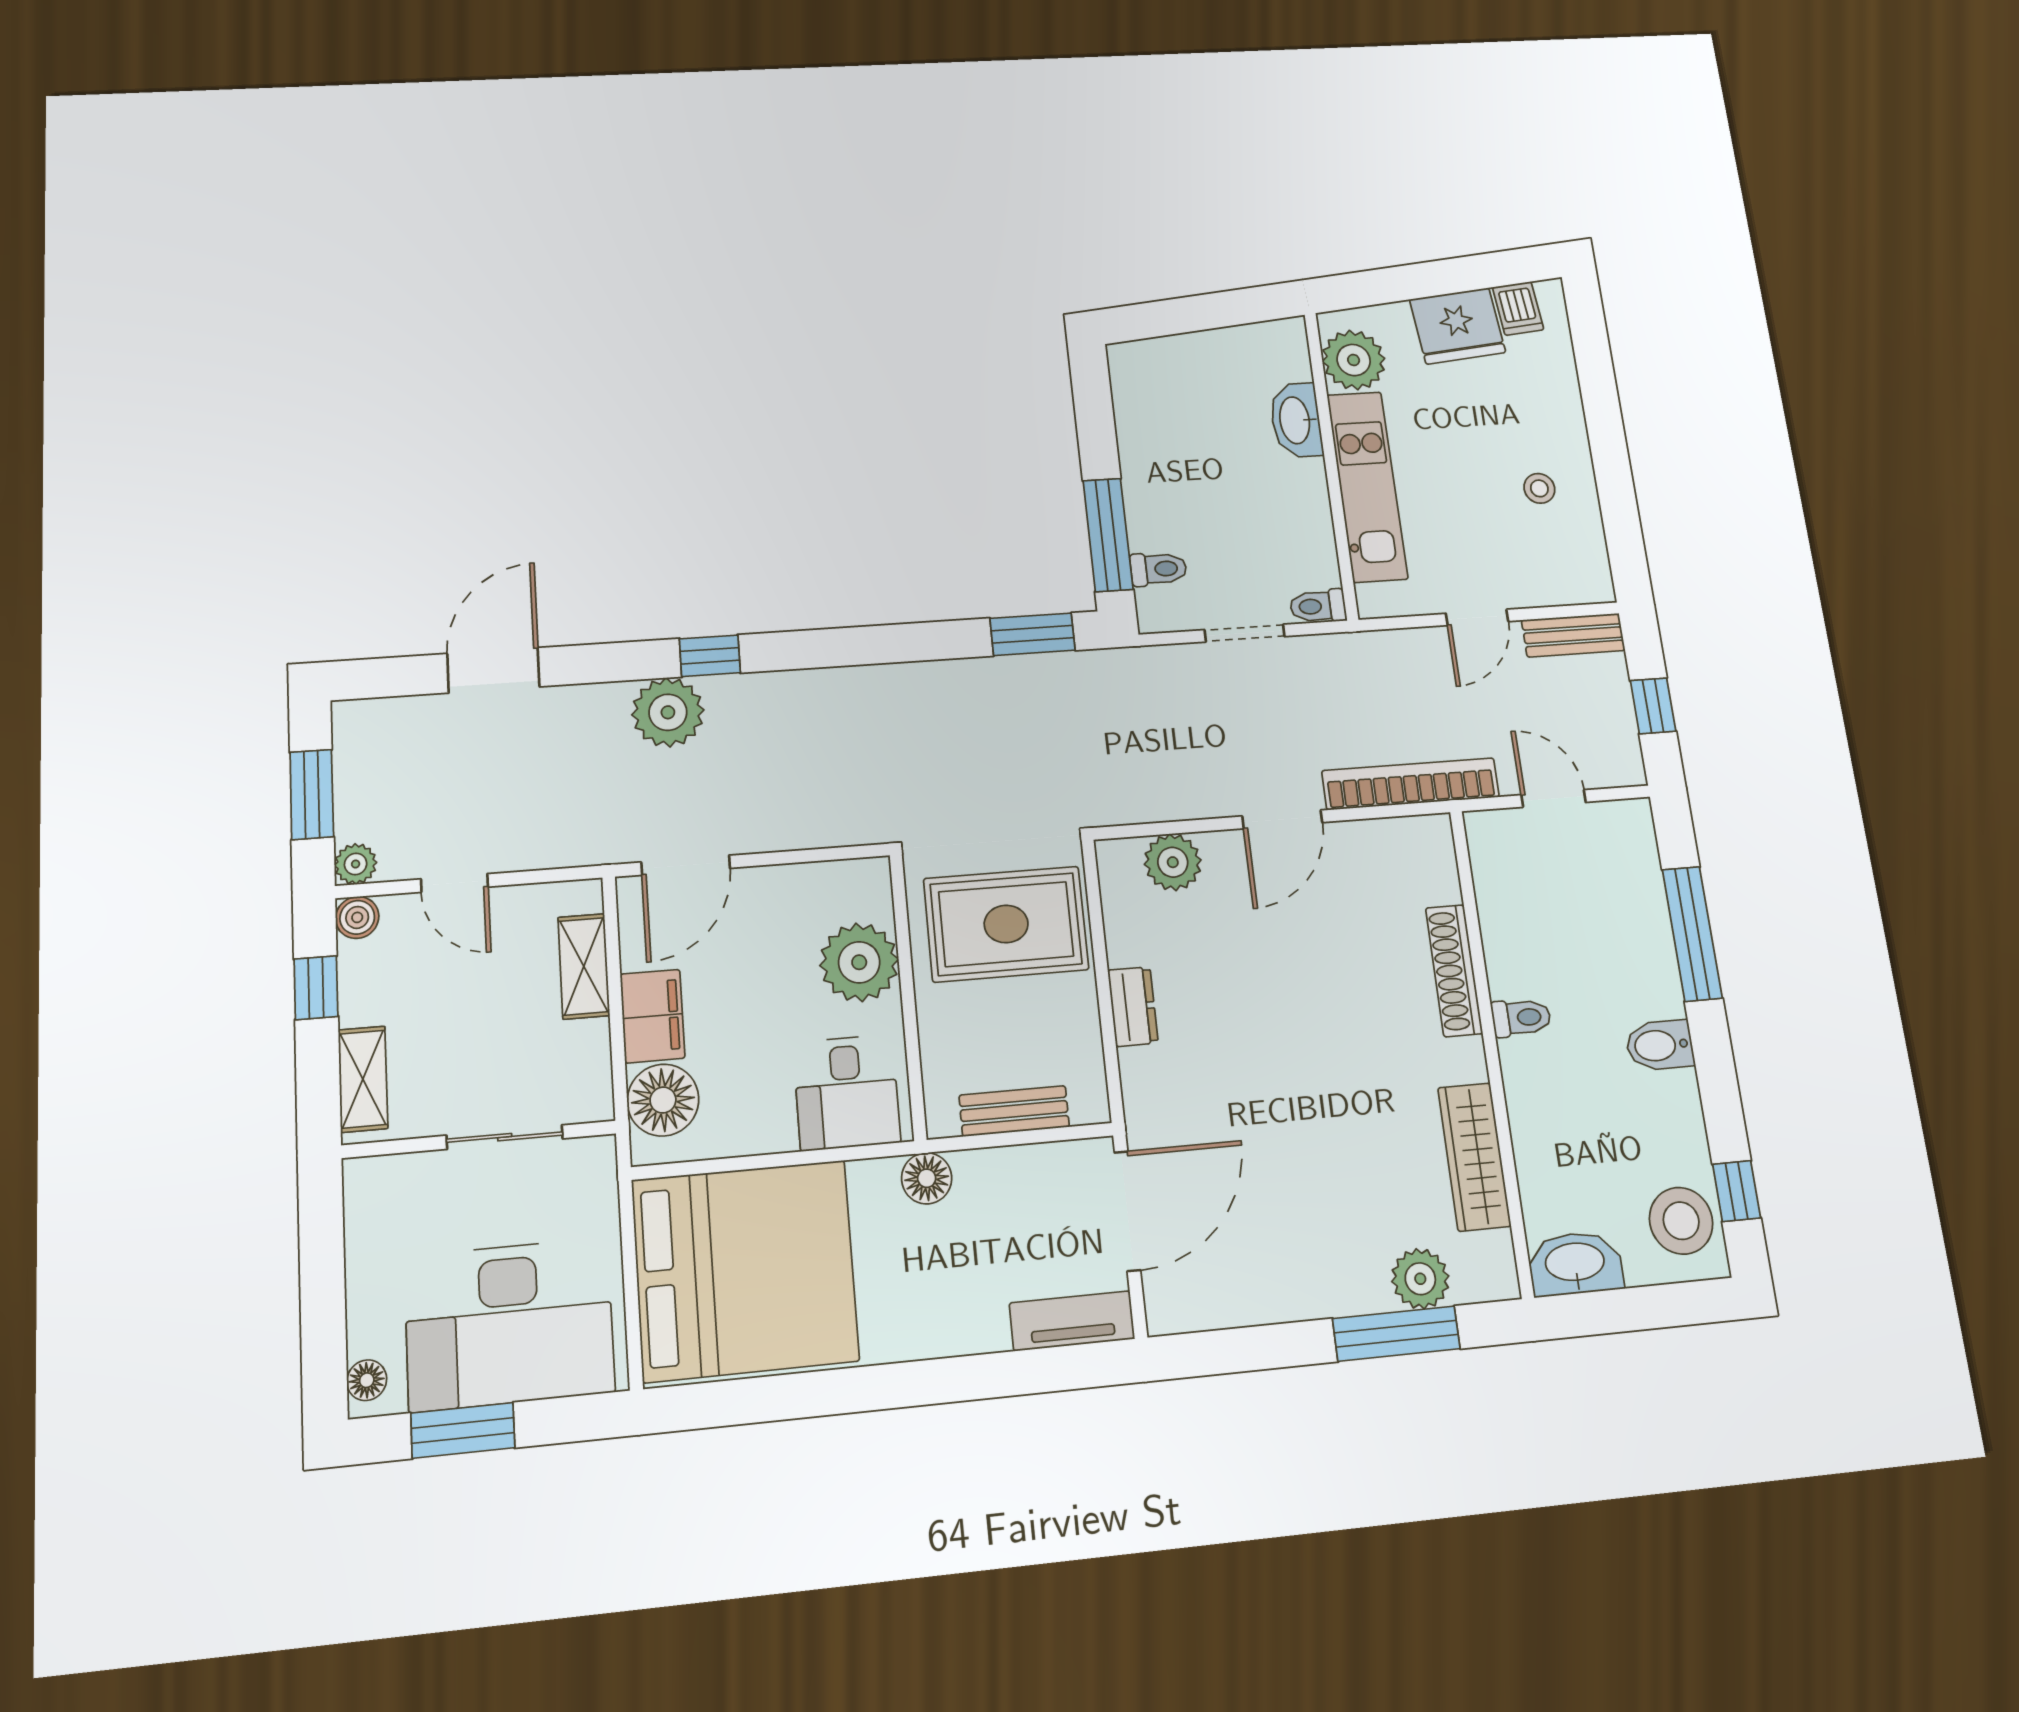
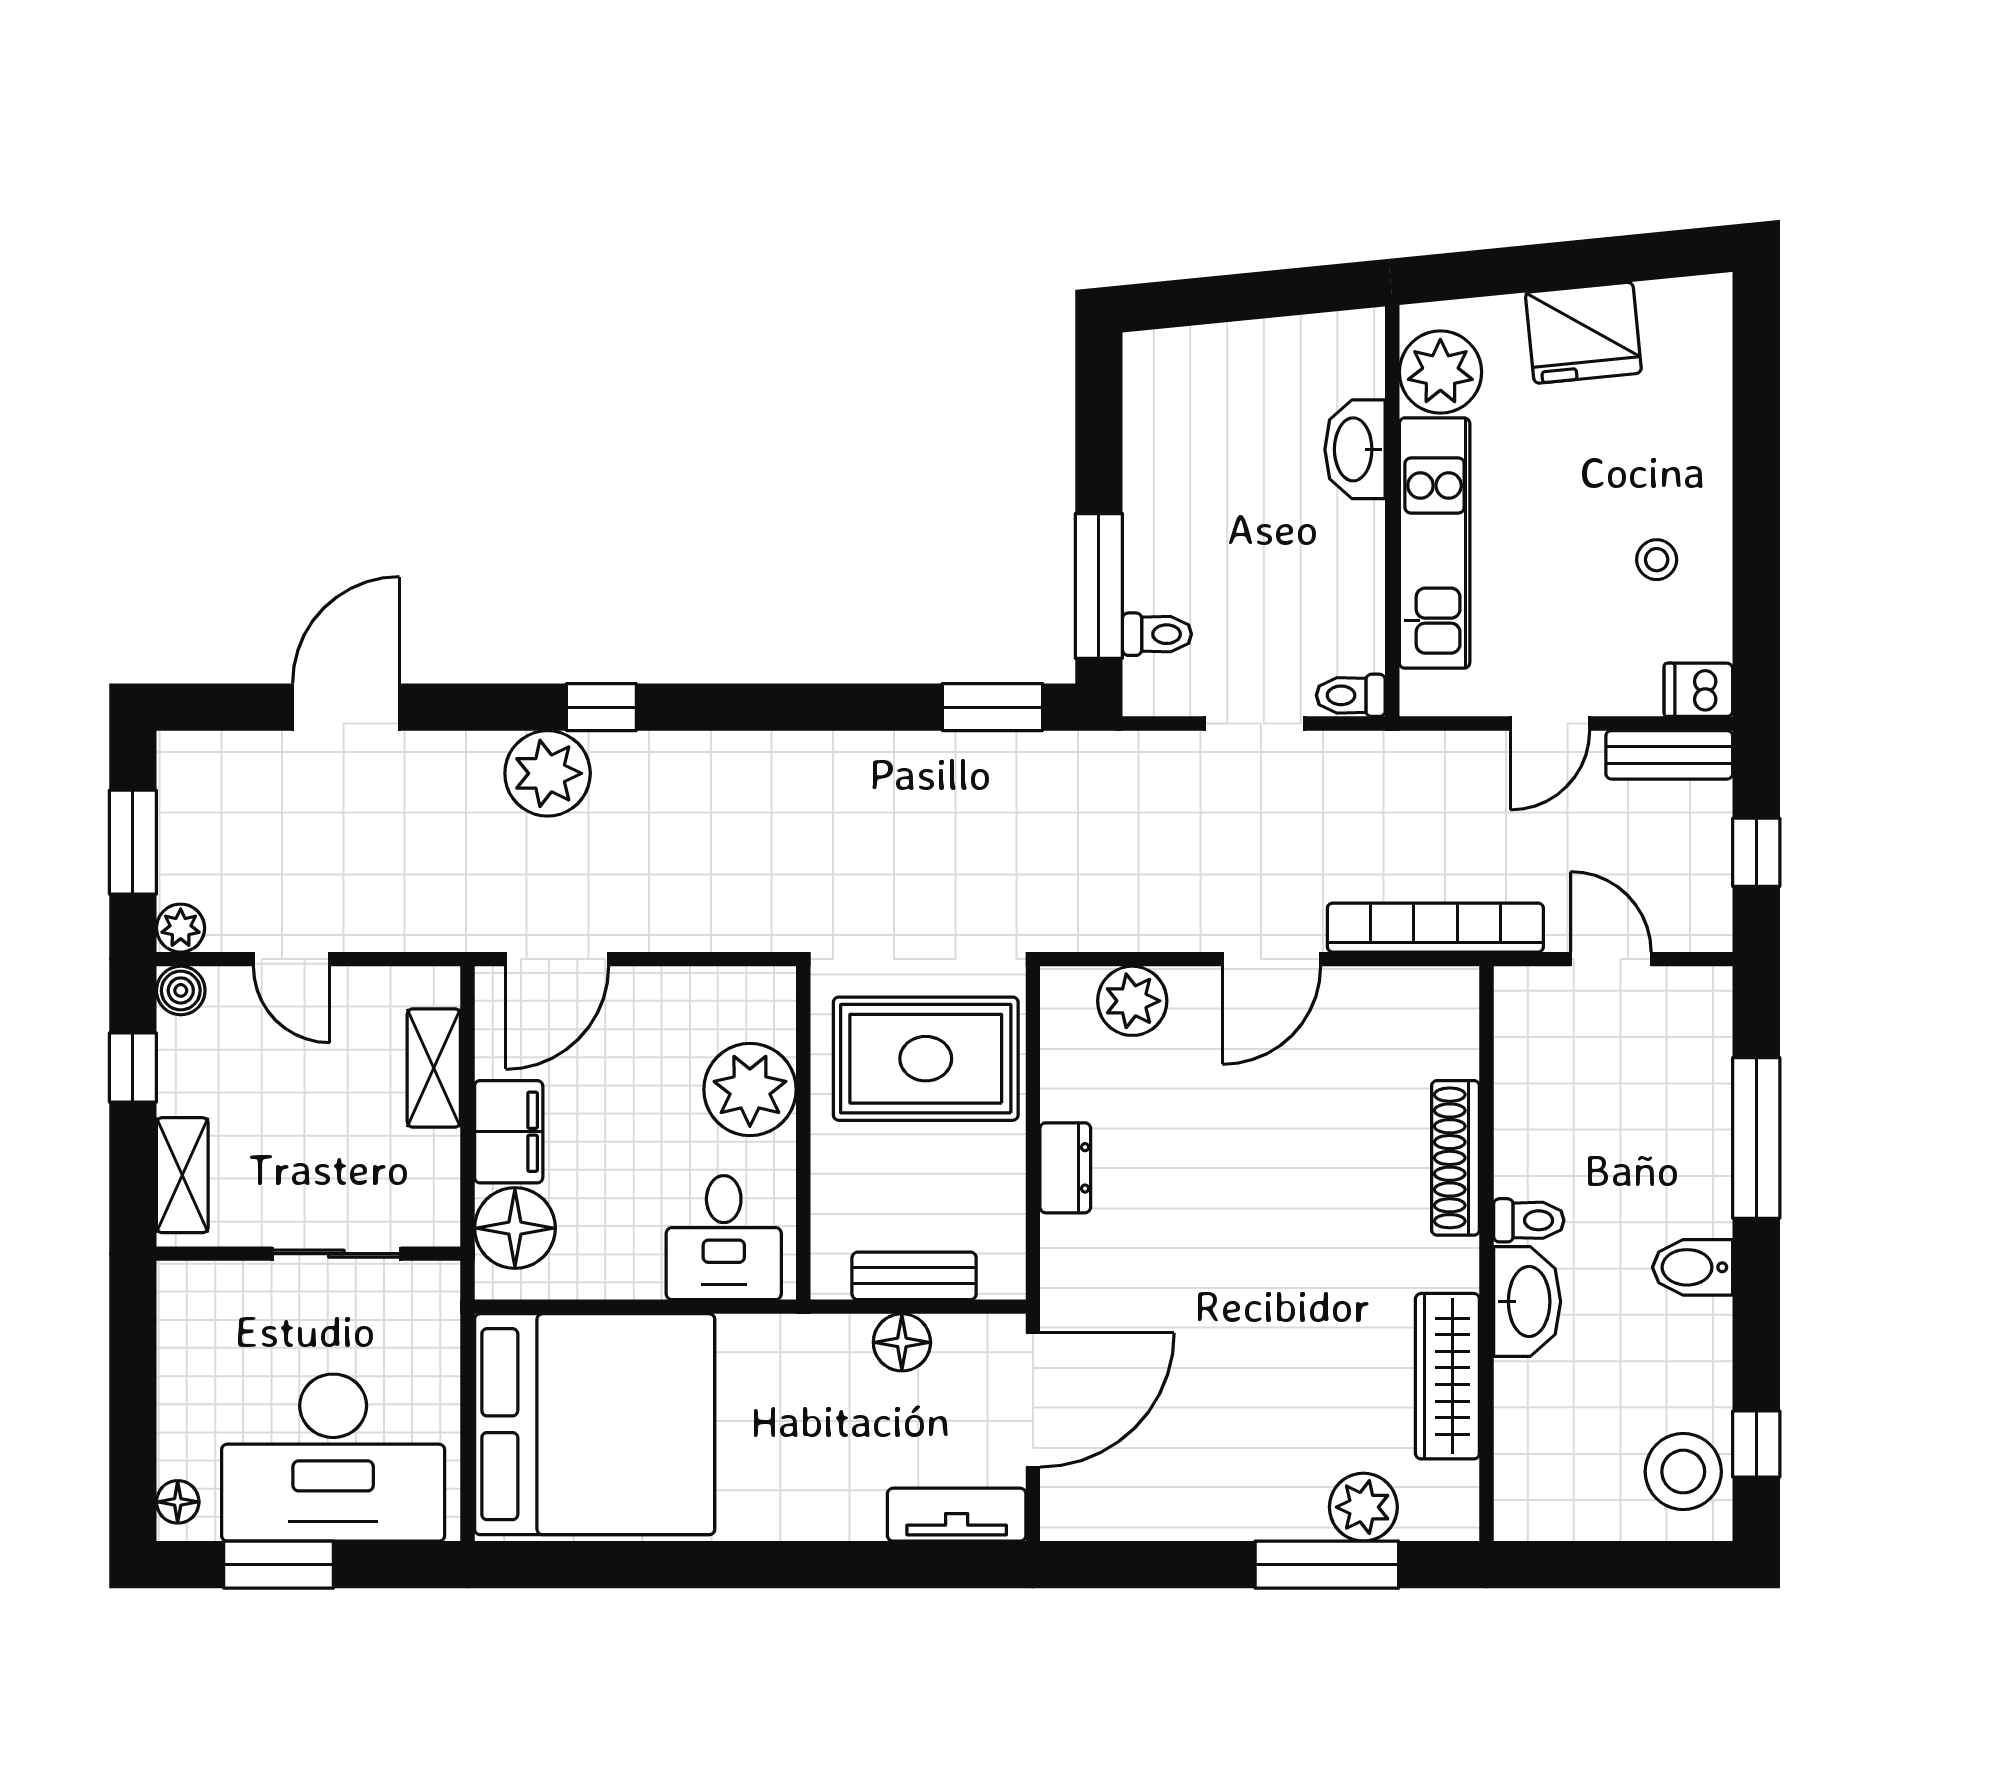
dishwasher: (1518, 308) -> (1698, 690), moved, turned 96
floor lamp: (927, 1178) -> (902, 1342), moved
washbasin: (1575, 1264) -> (1527, 1302), moved, turned 90

